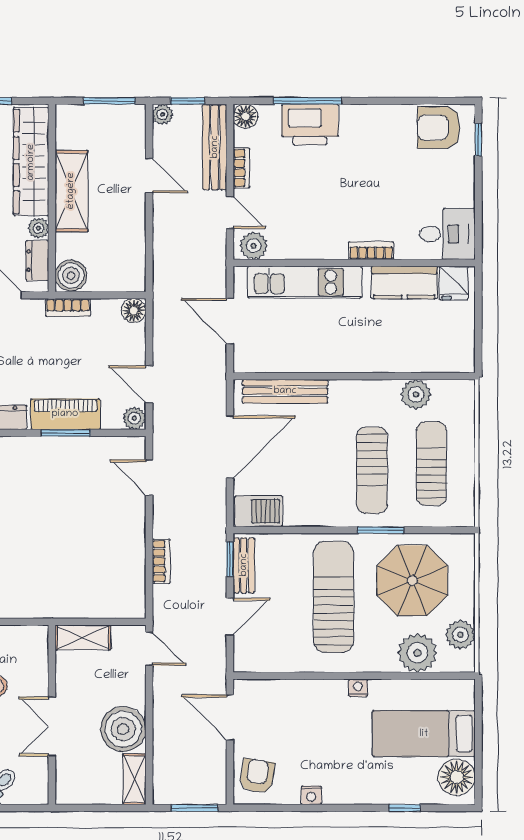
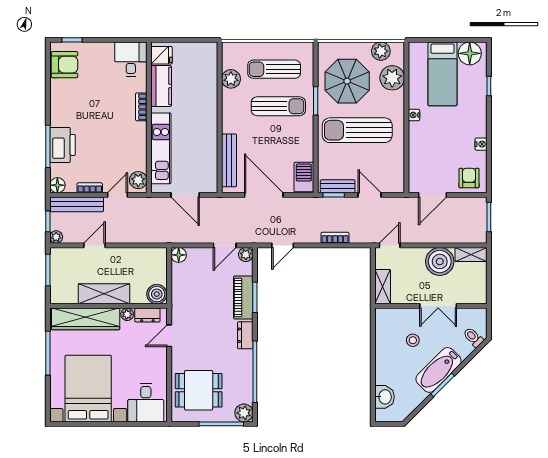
armchair: (439, 128) -> (64, 65), turned -90
bookcase: (68, 307) -> (177, 296), removed
door: (230, 321) -> (185, 195), hinge flipped
armchair: (257, 776) -> (469, 178), turned 81

